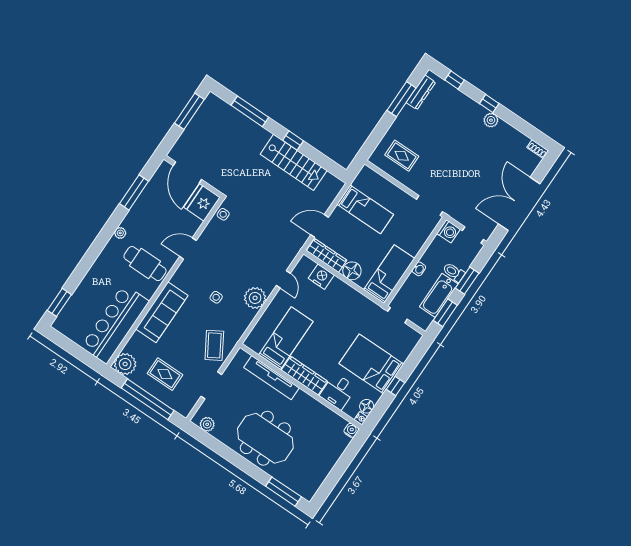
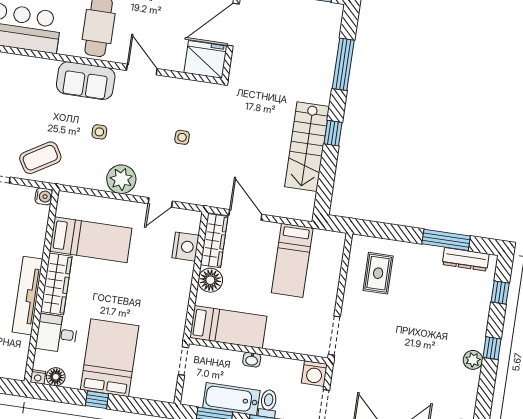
side table: (223, 214) -> (182, 137), moved
sofa: (162, 312) -> (86, 81), moved, width x0.73
tv unit: (272, 378) -> (27, 296), moved
water cooler: (351, 430) -> (44, 196), moved

